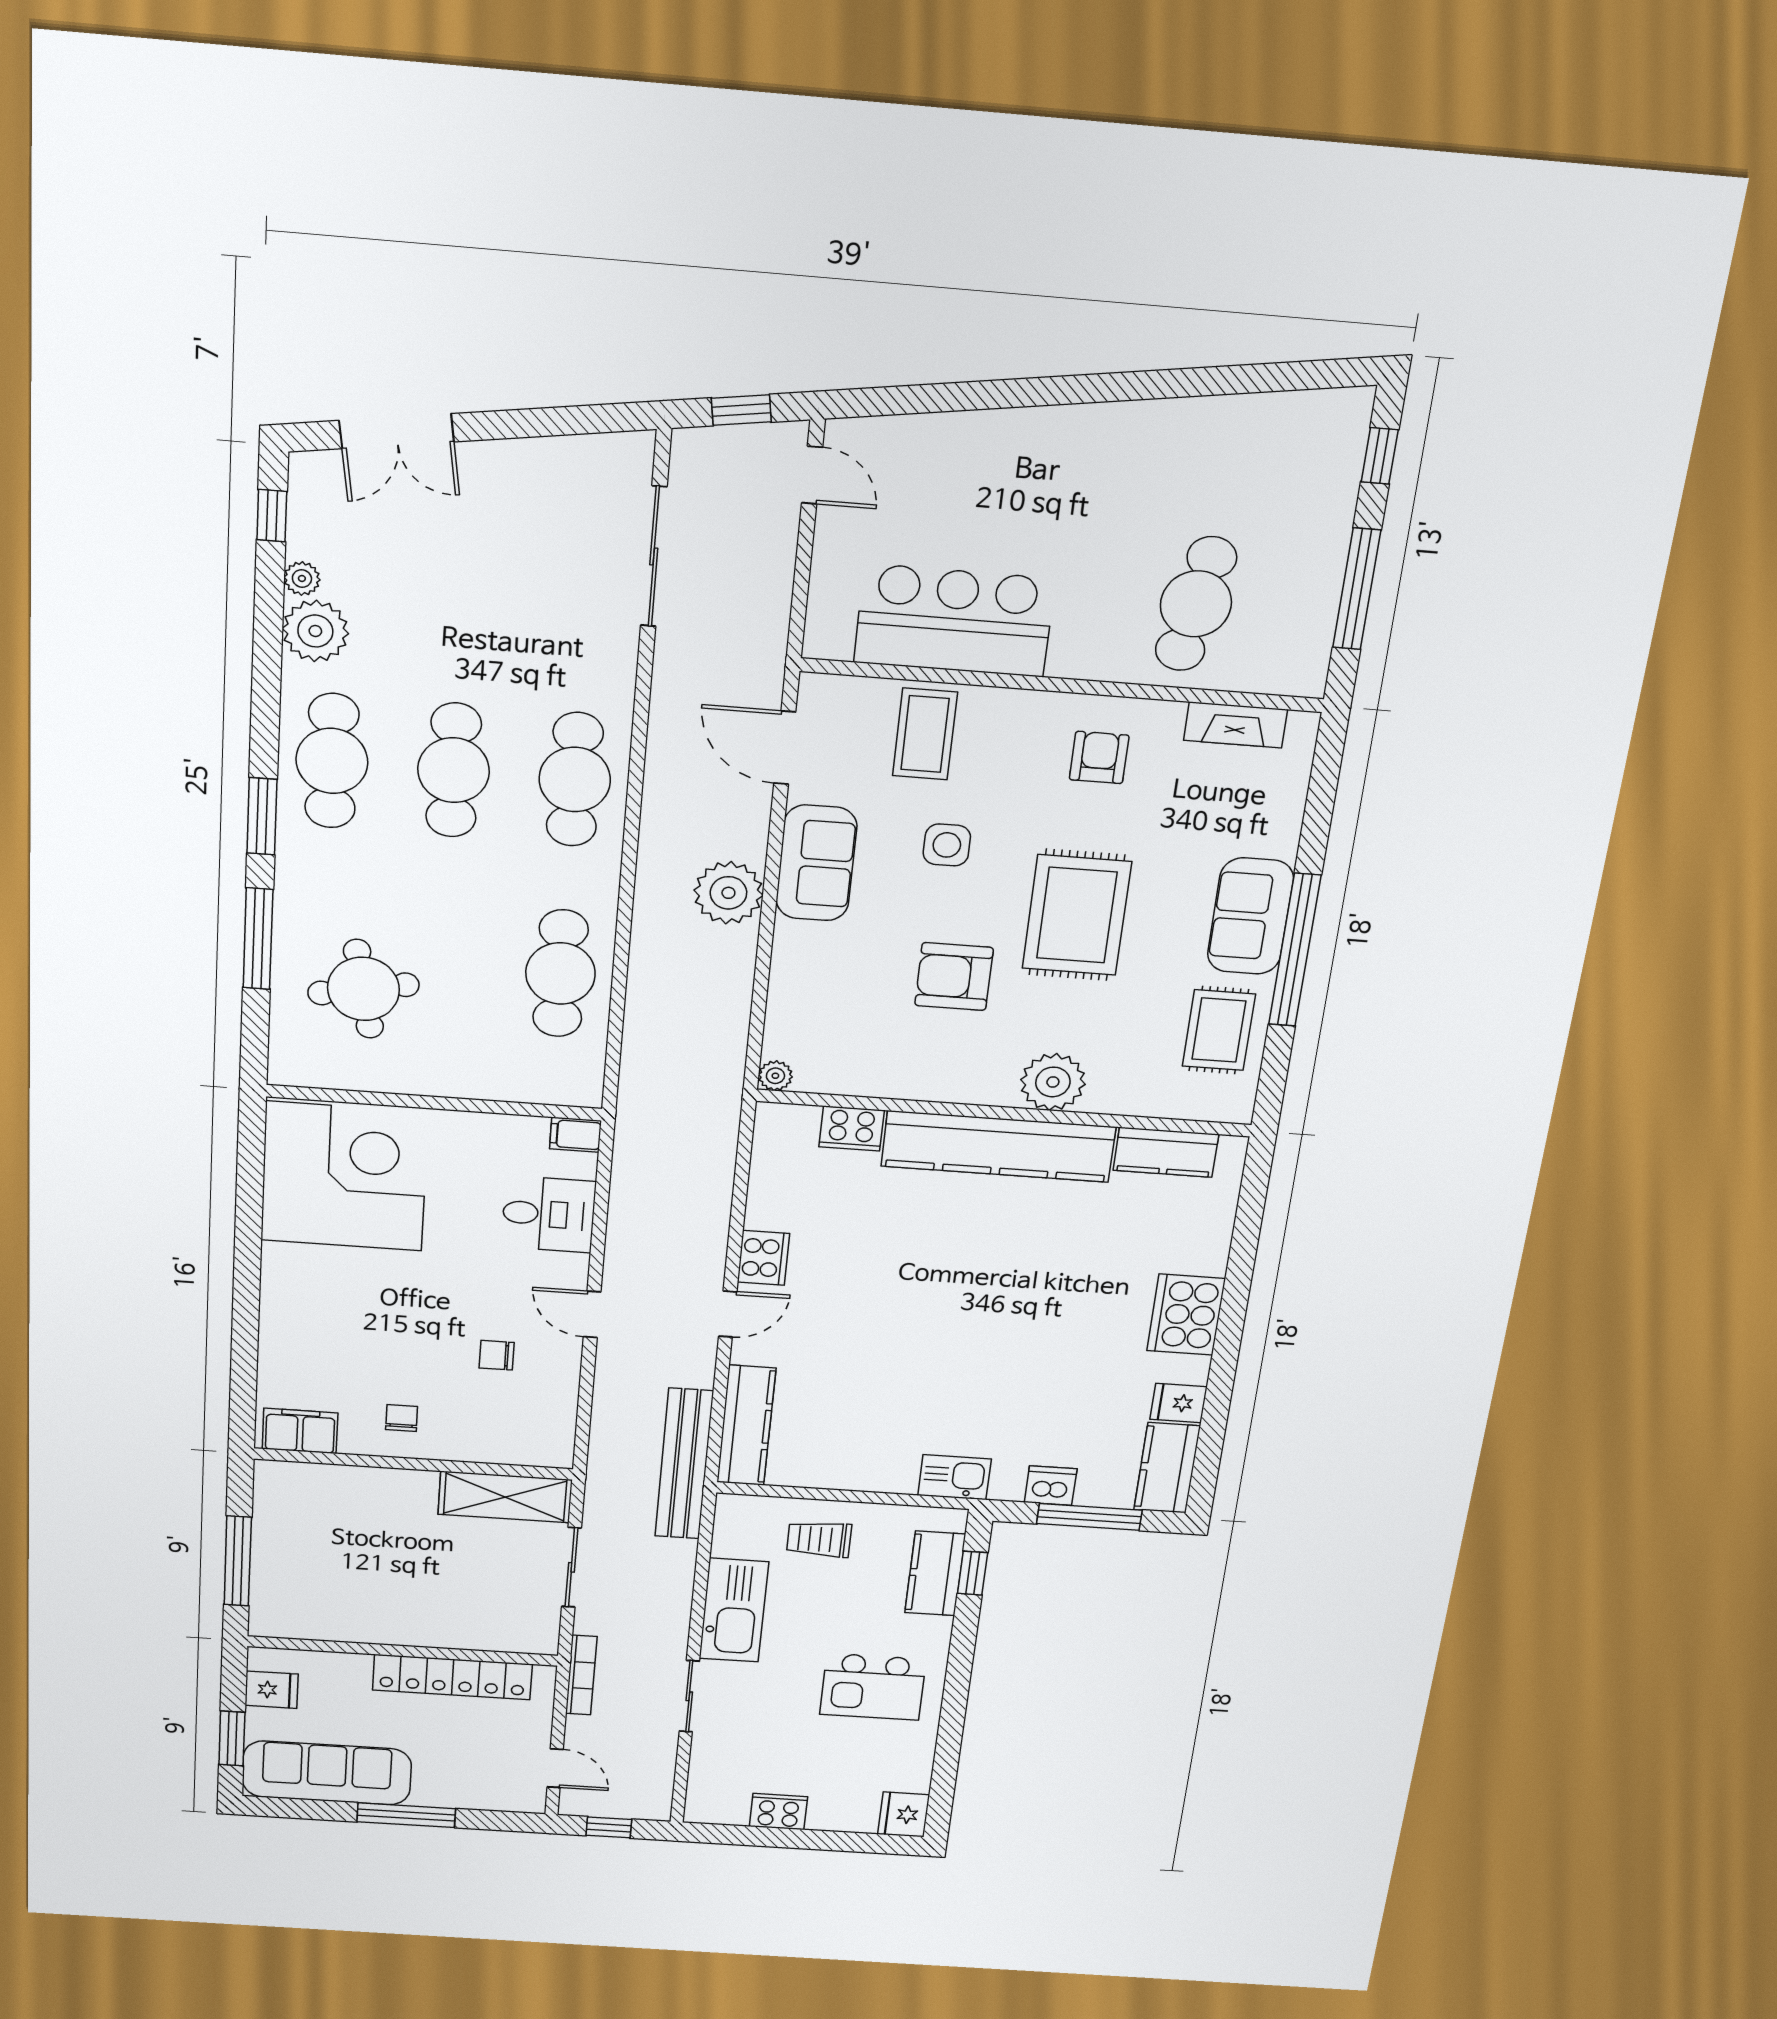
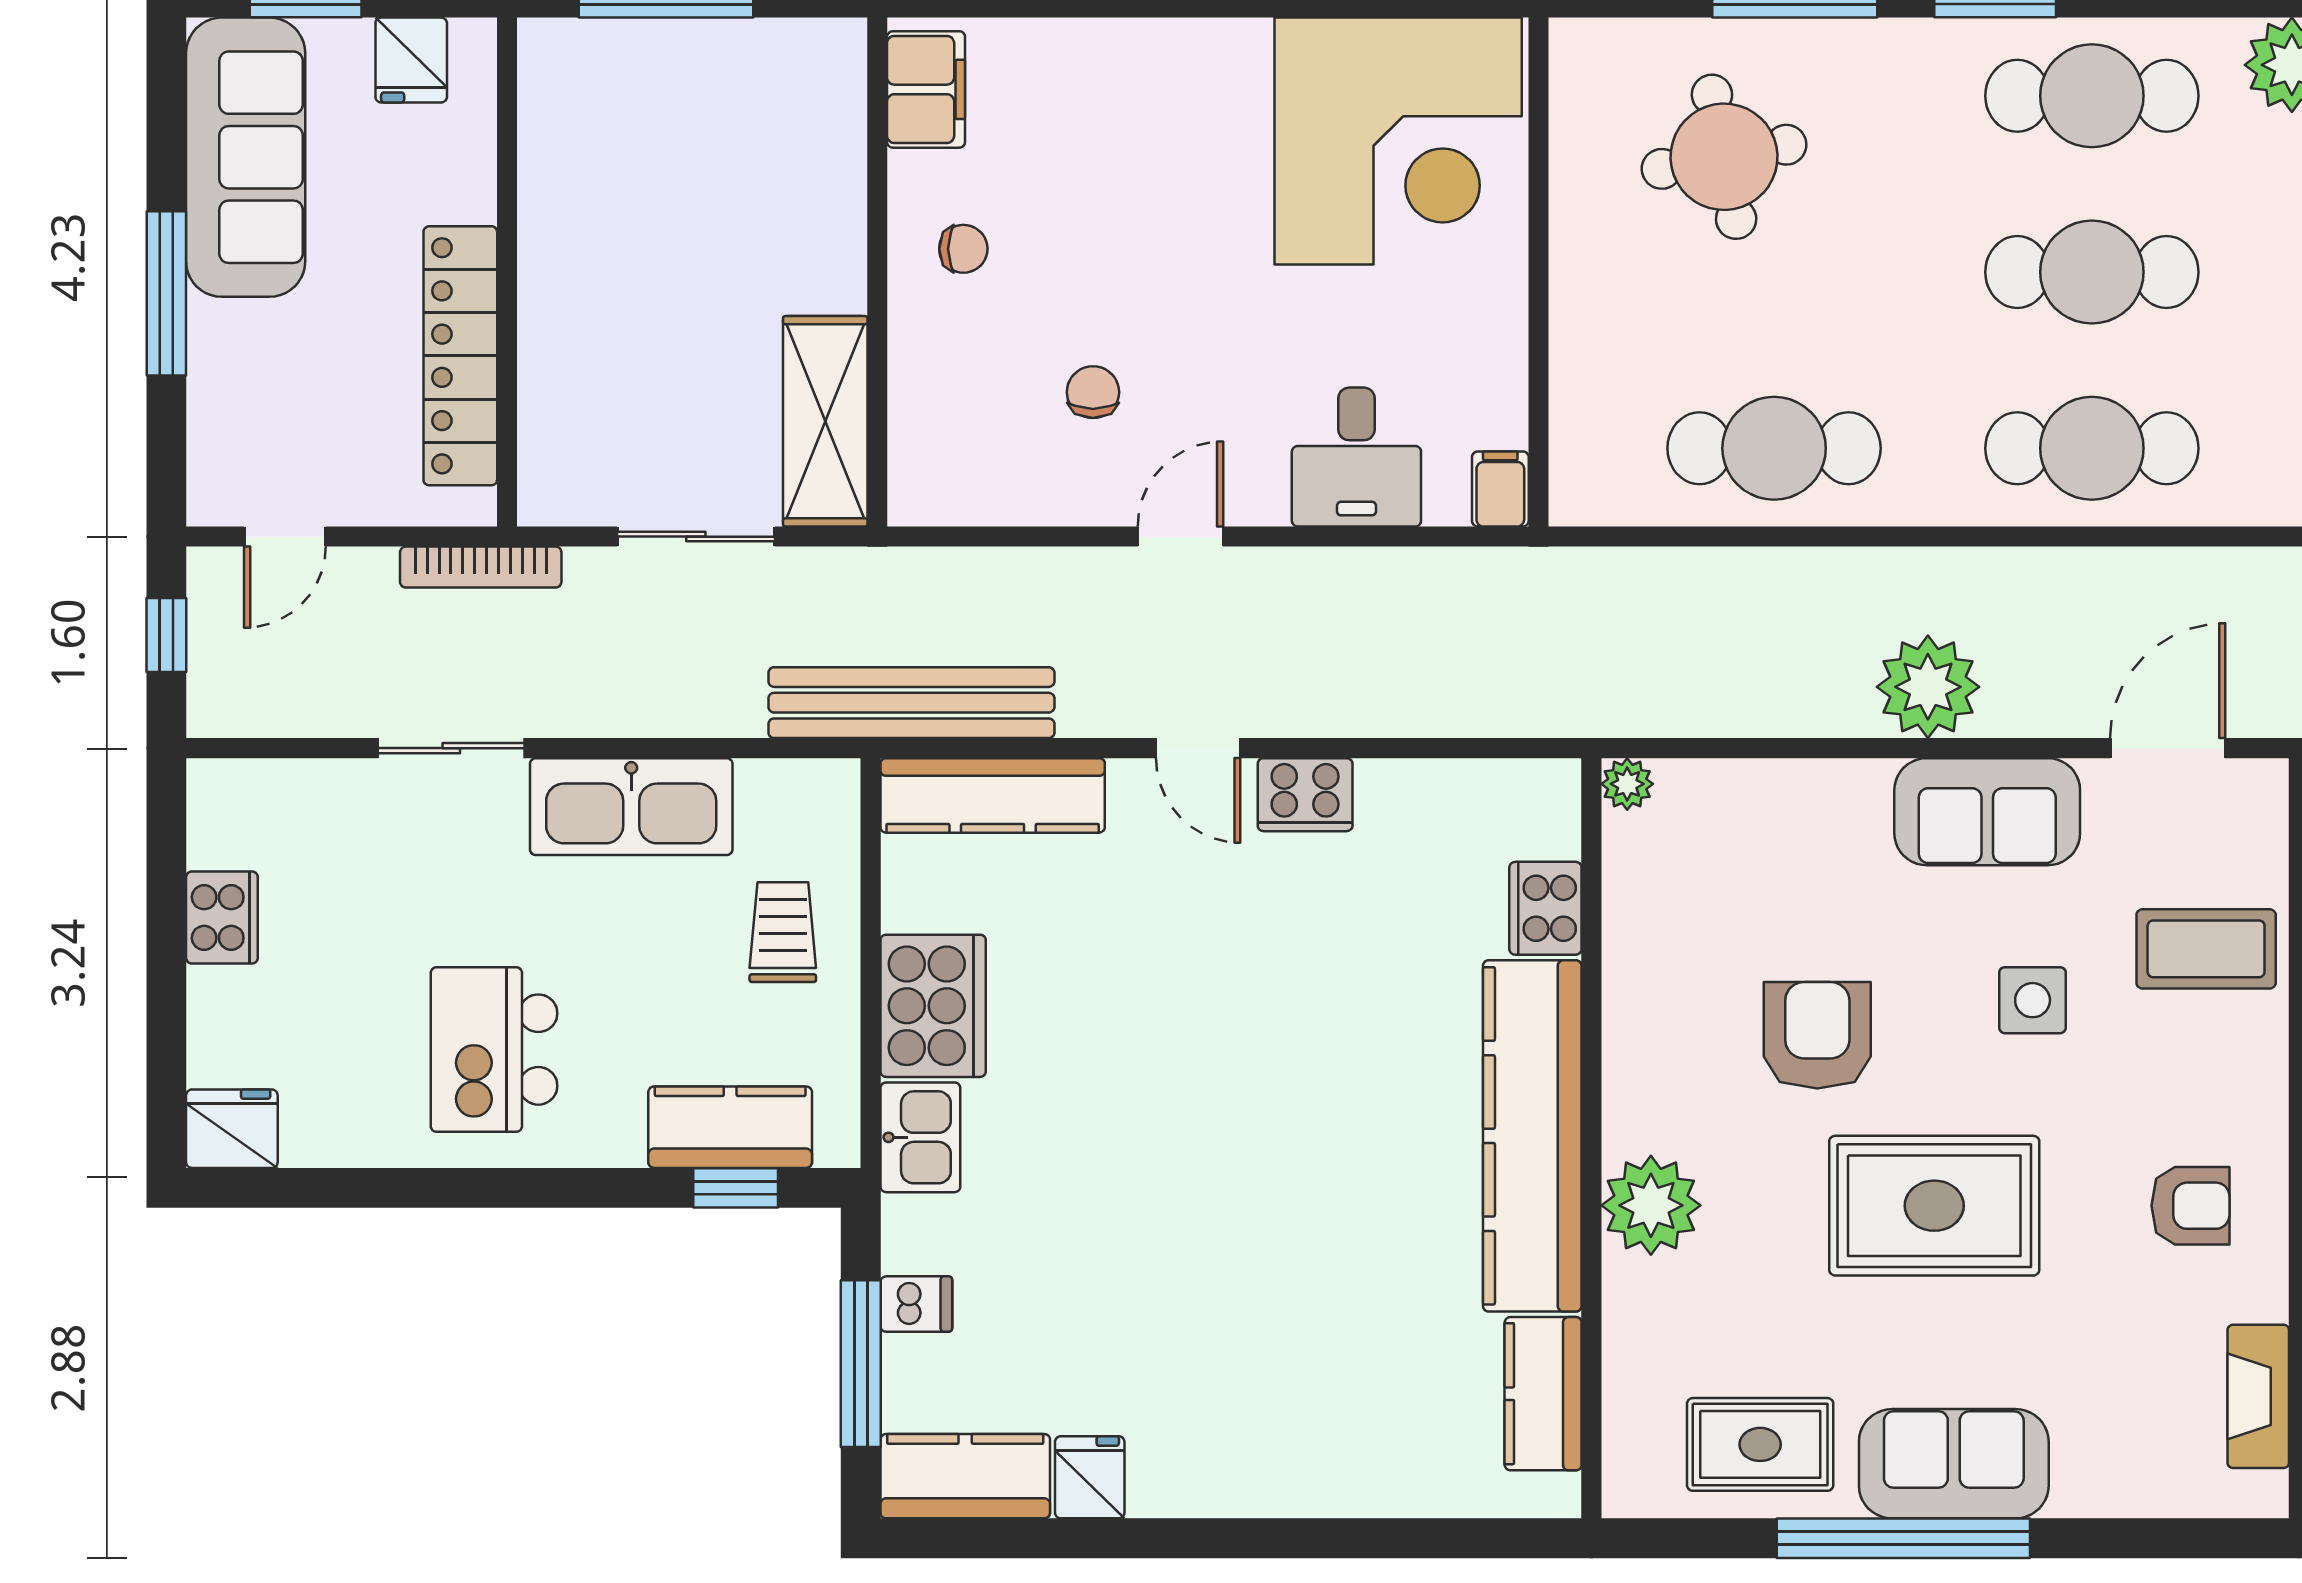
cooker: (1186, 1315) -> (933, 1006), moved, turned 90
dishwasher: (1051, 1486) -> (916, 1304), width x0.73

